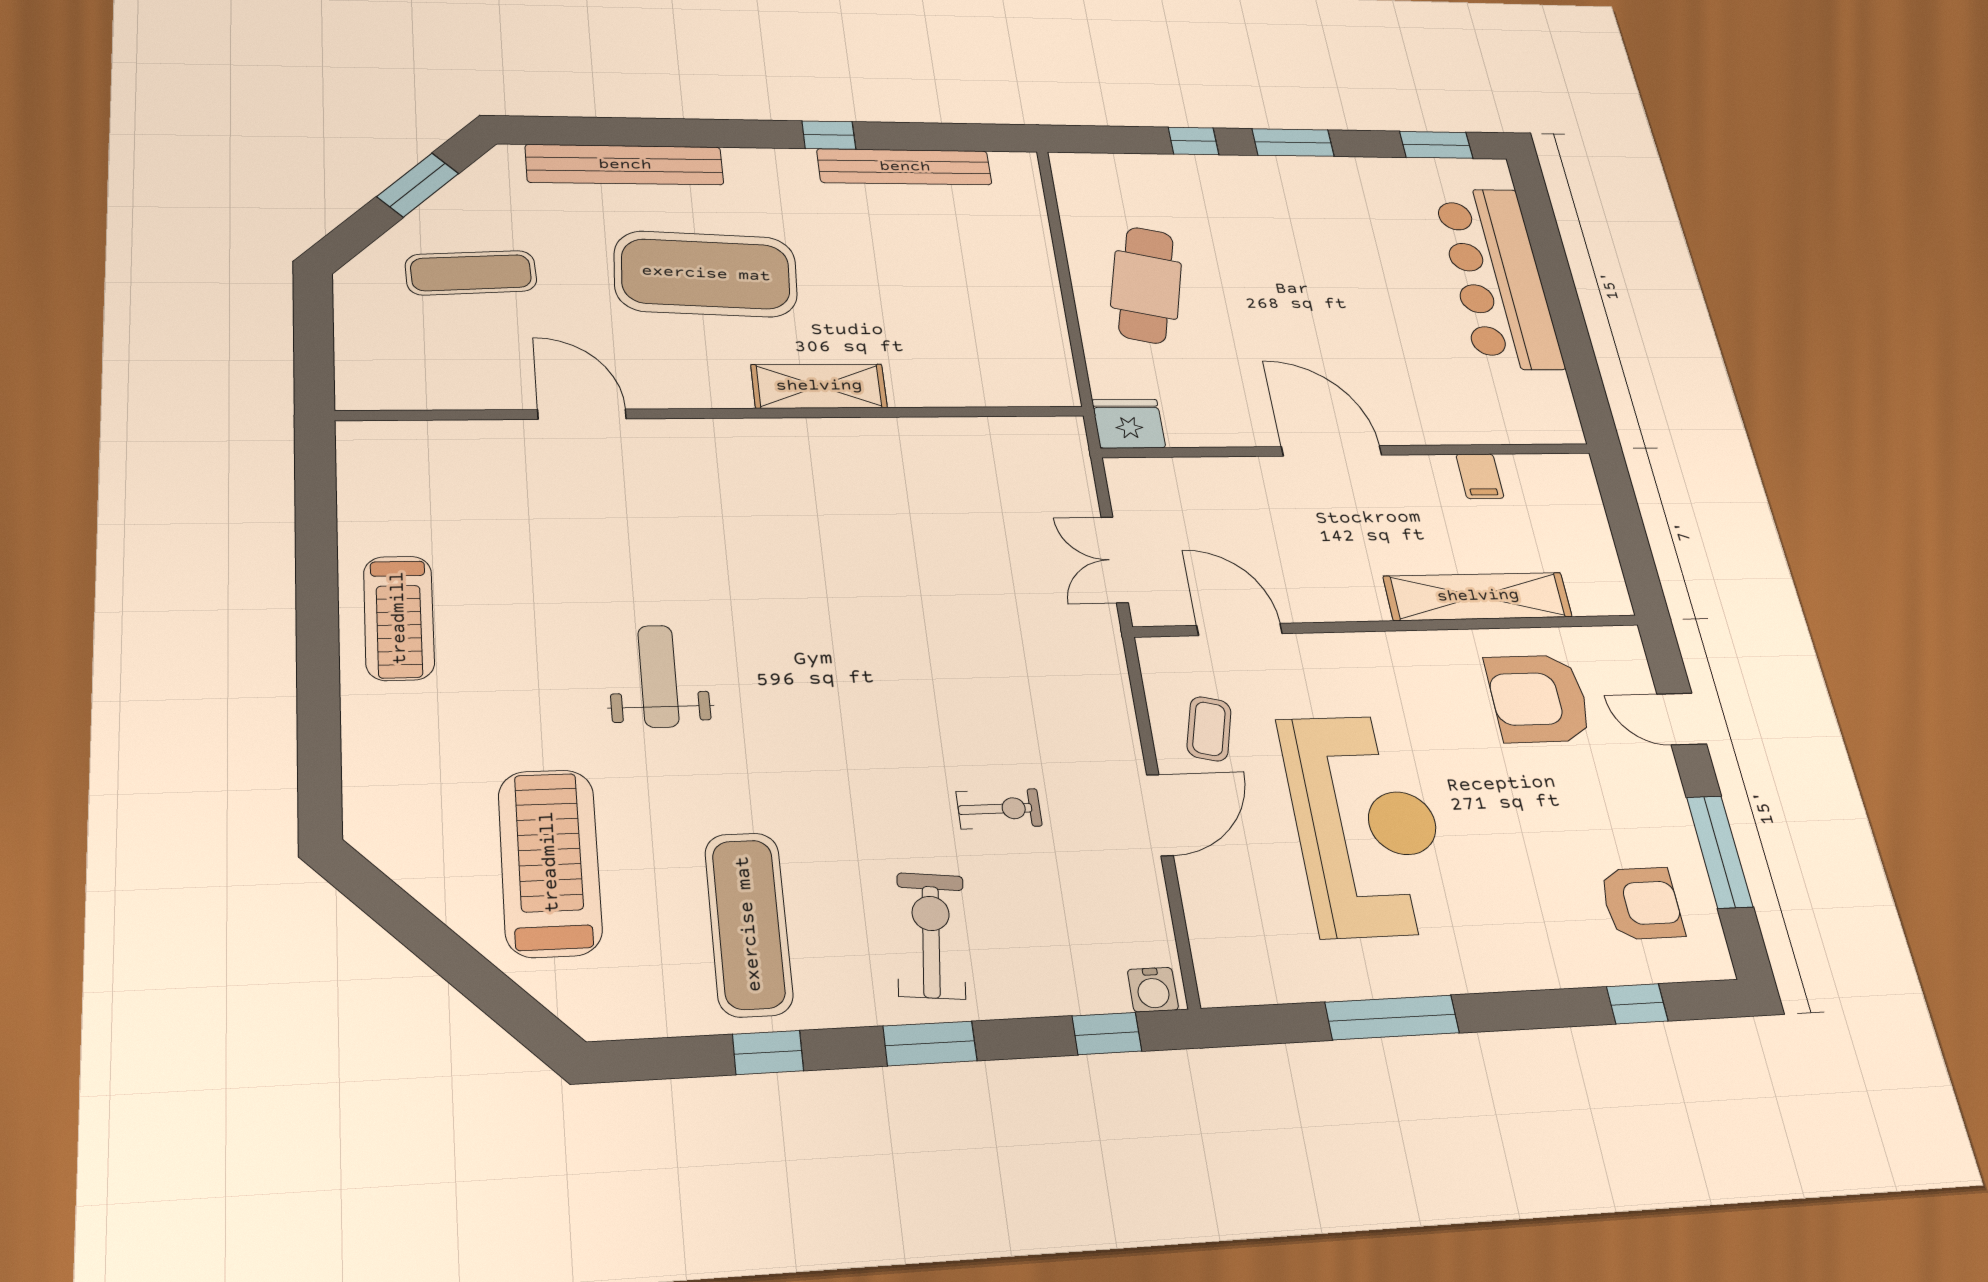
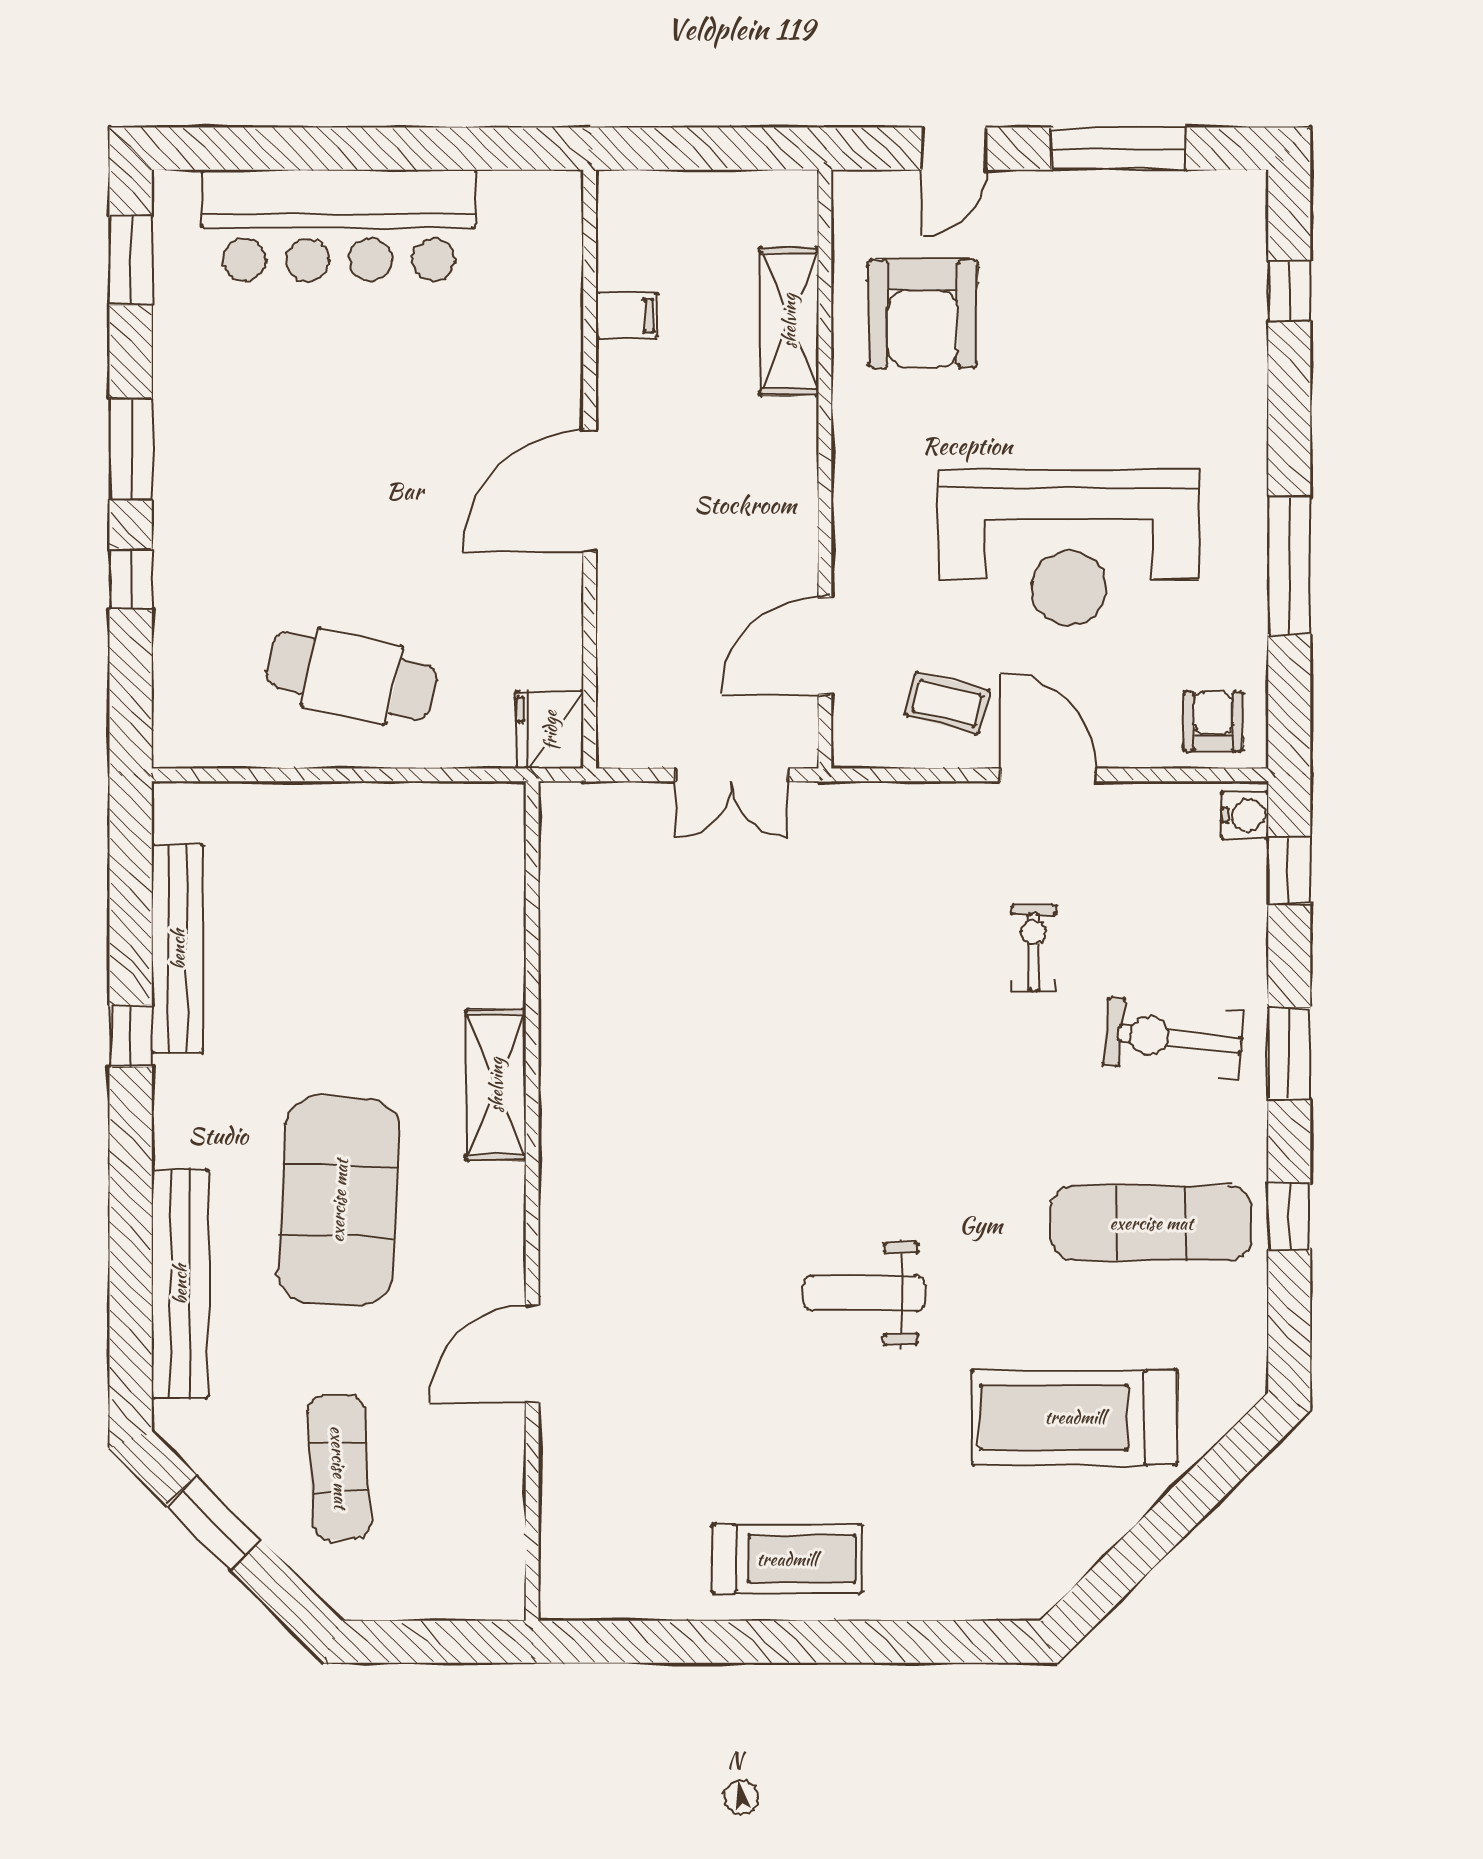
shelving: (1478, 596) -> (789, 321), width x0.68
reception desk: (1366, 825) -> (1069, 548), turned 180
armchair: (1642, 903) -> (1213, 722), moved, width x0.72, depth x0.72

